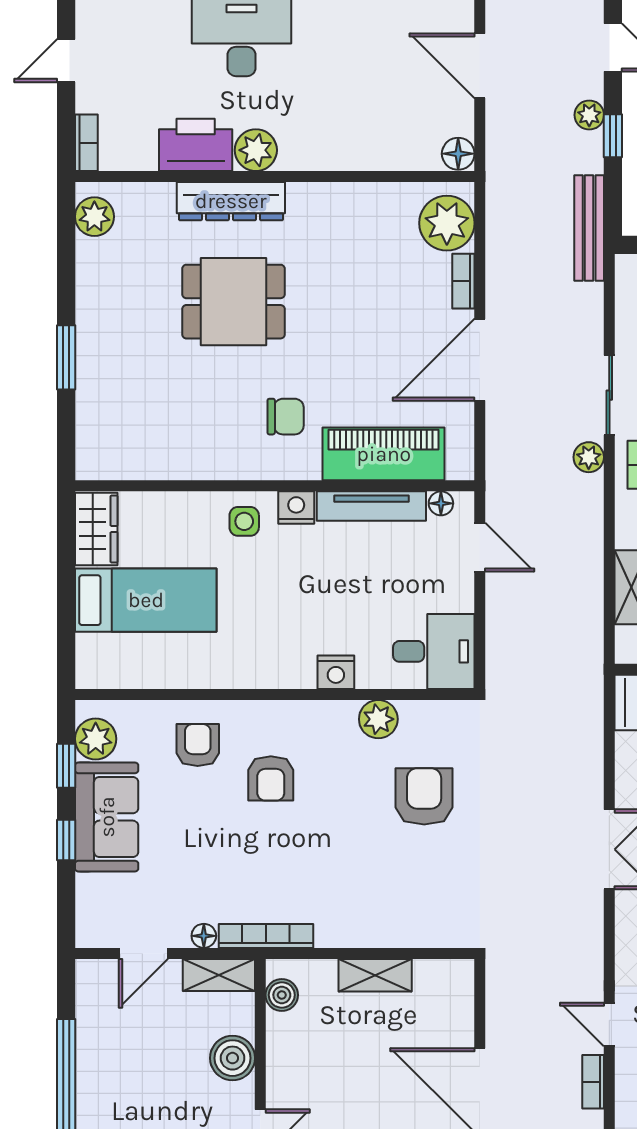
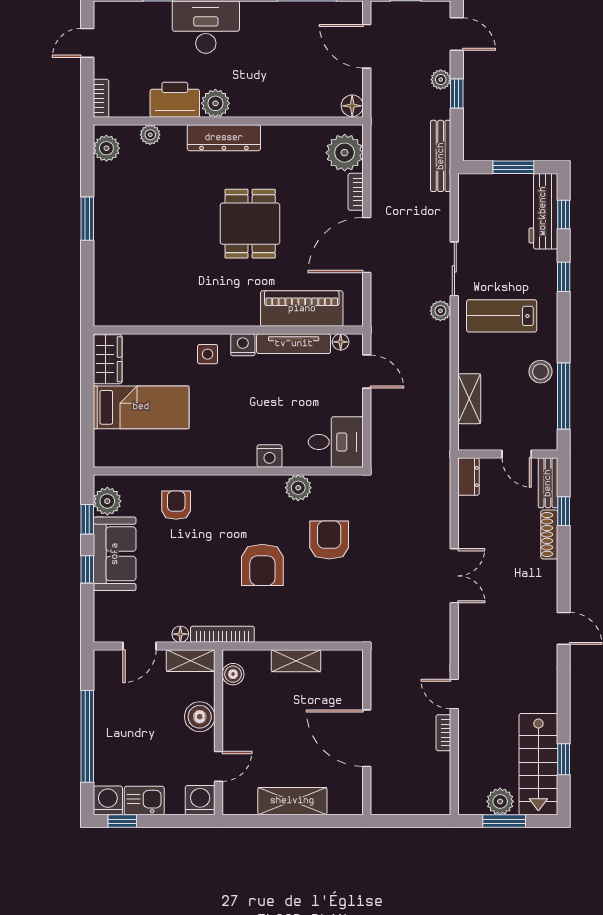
plant: (159, 197) -> (150, 135), added
dresser: (231, 201) -> (224, 138), moved
dining table: (233, 302) -> (250, 224), moved, turned 90
window: (66, 357) -> (87, 219), moved
chair: (286, 417) -> (236, 283), removed
armchair: (271, 778) -> (262, 565), moved, width x1.38, depth x1.38

